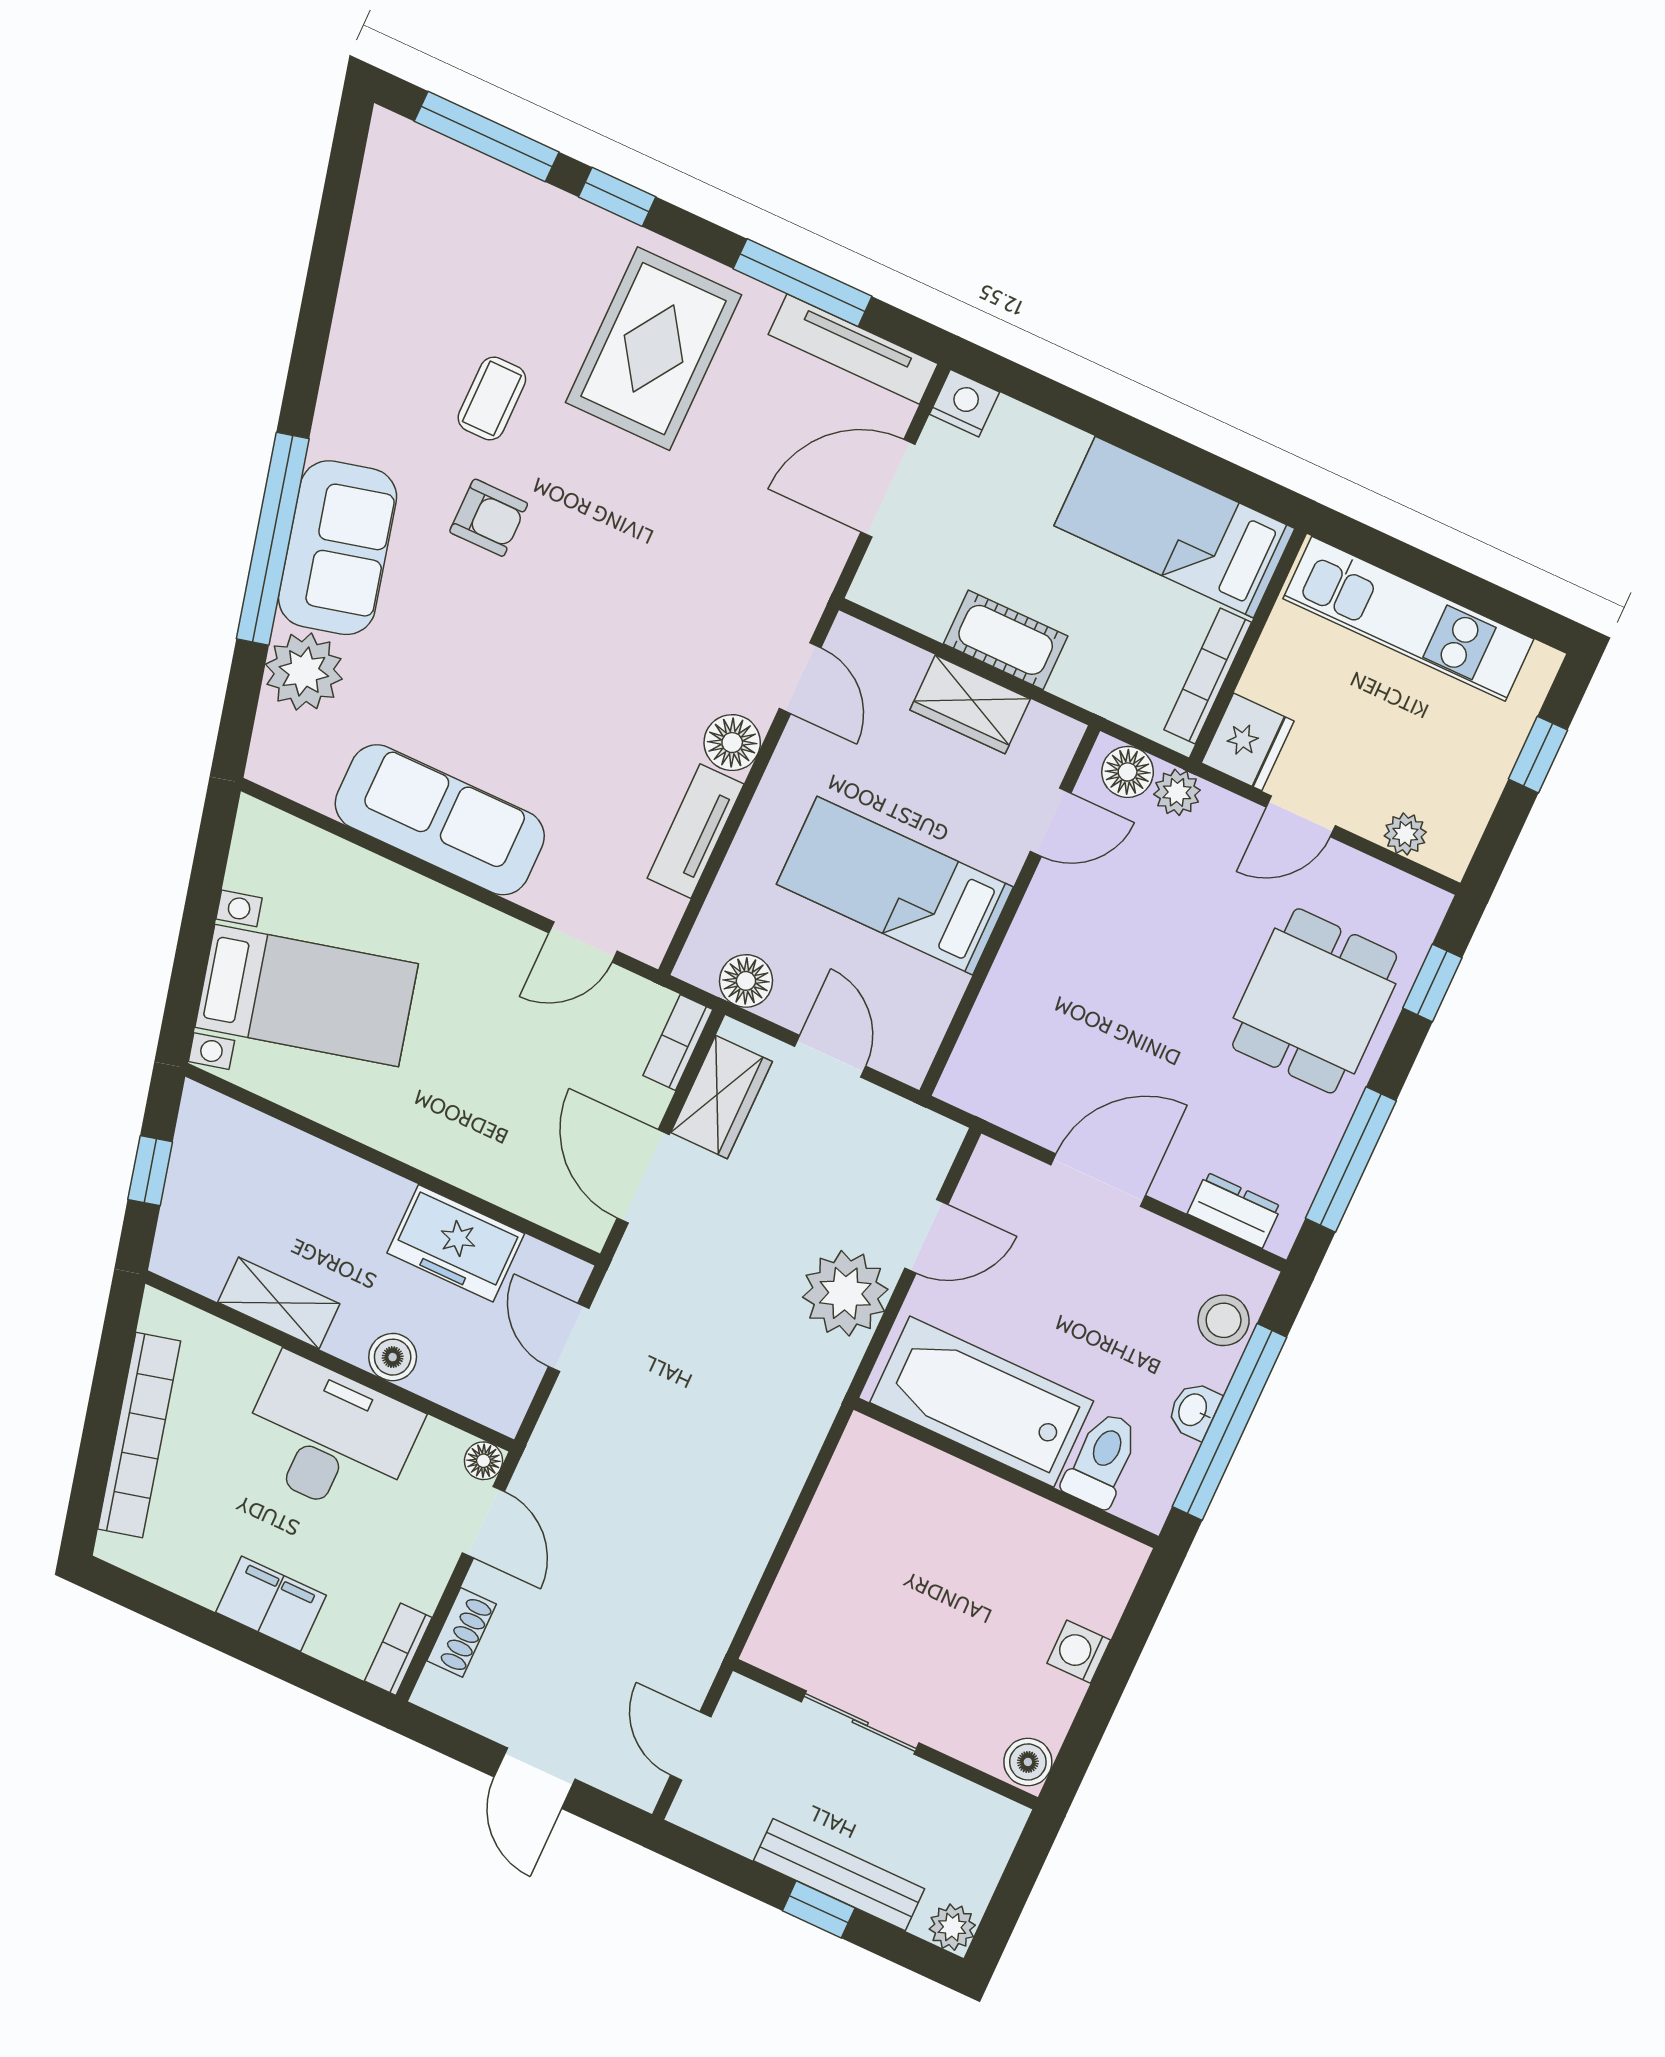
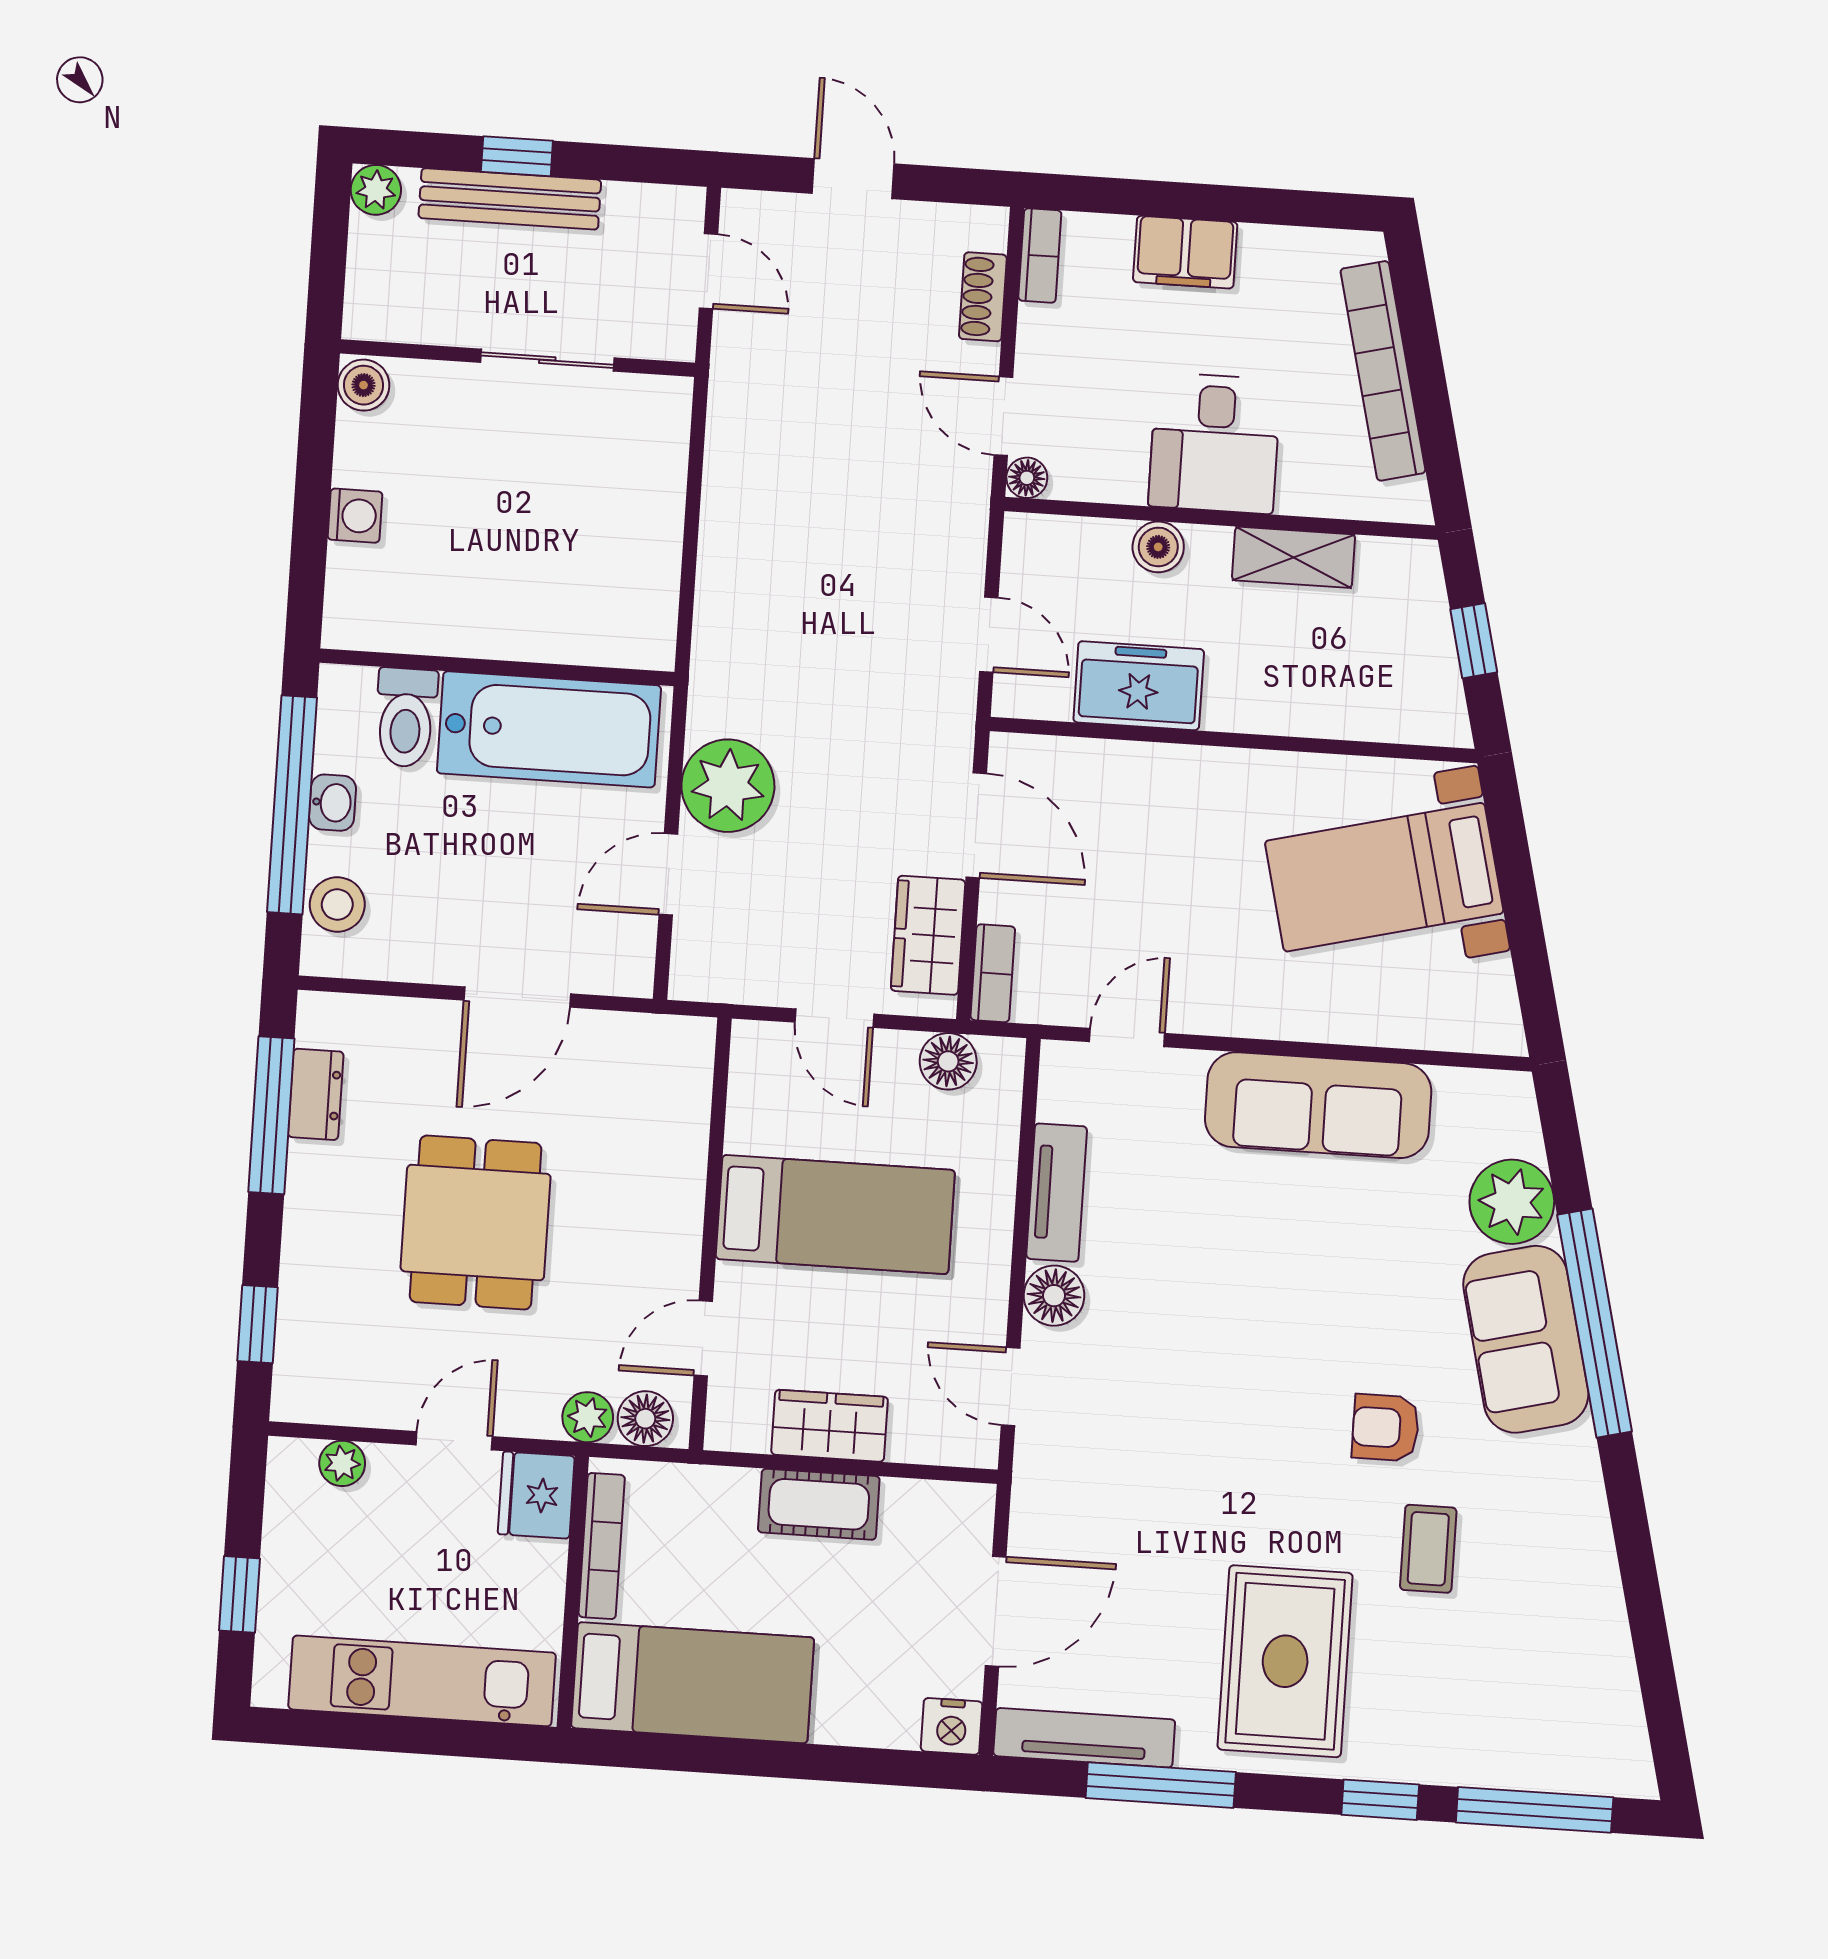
dining table: (1315, 1001) -> (476, 1223), moved
dresser: (1234, 1210) -> (316, 1094), moved, turned -90
desk: (329, 1437) -> (1215, 443), width x0.73

